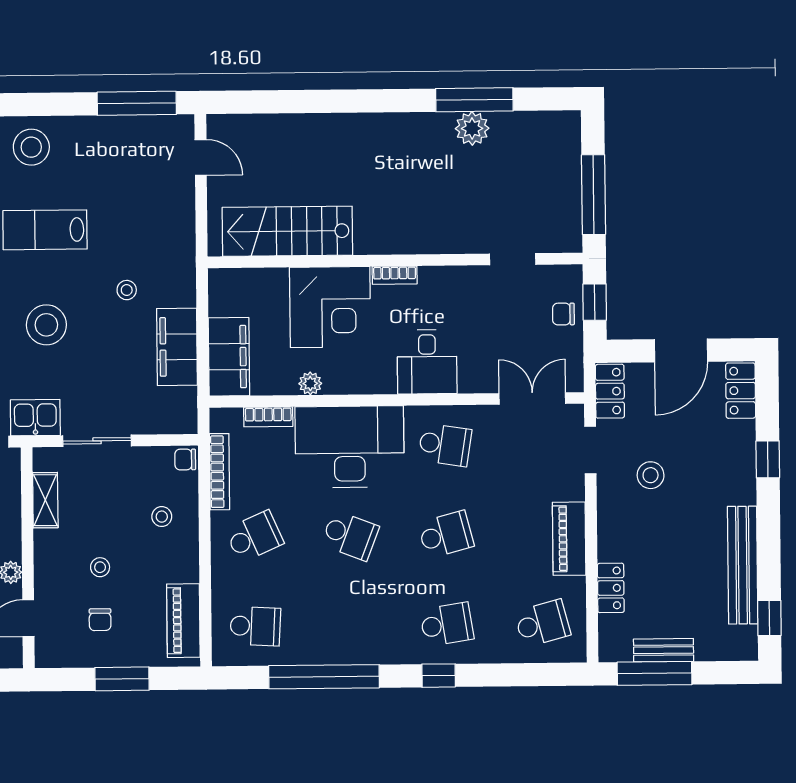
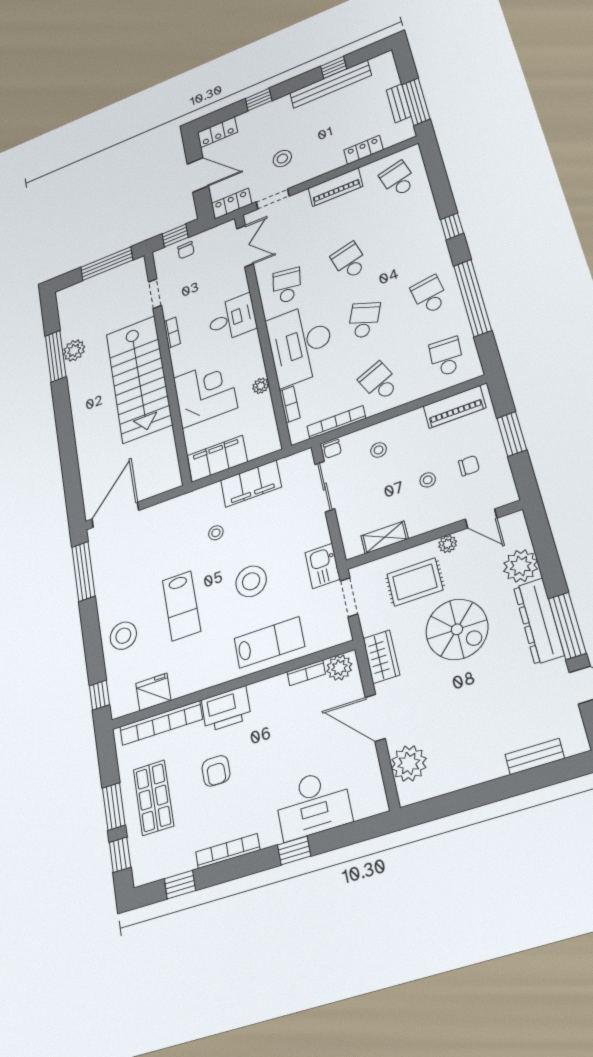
door: (201, 158) -> (115, 515), width x1.88
stairs: (287, 231) -> (139, 379), moved, width x1.36, depth x1.51
bookcase: (395, 275) -> (172, 333), moved
filing cabinet: (229, 357) -> (217, 459), moved
double door: (532, 398) -> (245, 246), swing flipped
sliding door: (97, 441) -> (325, 486), moved
window: (769, 618) -> (334, 67), moved
school desk: (447, 624) -> (429, 295), moved

